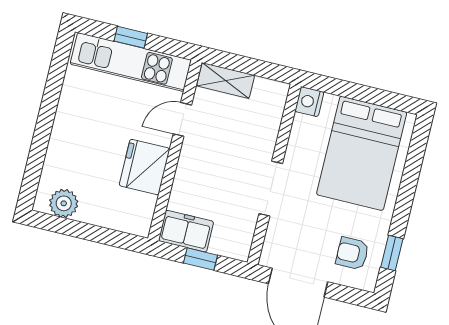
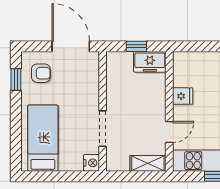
bed: (362, 153) -> (43, 138), width x0.67
fridge: (145, 167) -> (183, 96), width x0.53, depth x0.75
doorway: (271, 189) -> (103, 129), moved

